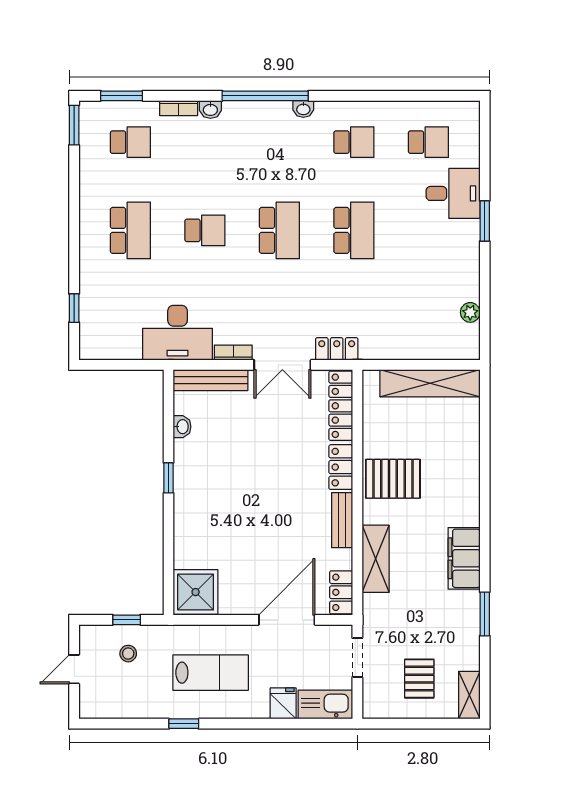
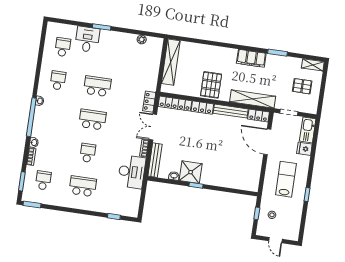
double door: (282, 365) -> (153, 127), swing flipped
bench: (342, 520) -> (231, 111), width x1.36
shelving: (376, 559) -> (253, 99), width x1.47
shower: (196, 592) -> (191, 172), moved

